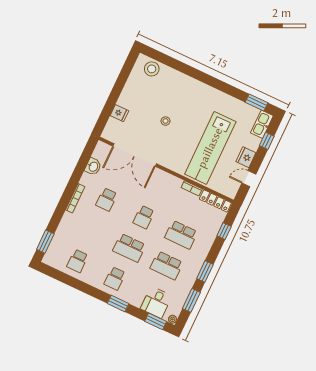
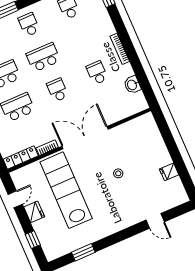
door: (176, 65) -> (155, 221), added
stool: (152, 69) -> (169, 199), removed
window: (256, 102) -> (83, 252), moved
fridge: (119, 113) -> (169, 172), moved
kitchen sink: (262, 124) -> (49, 247), removed
double door: (135, 155) -> (85, 138), moved

